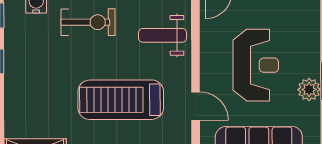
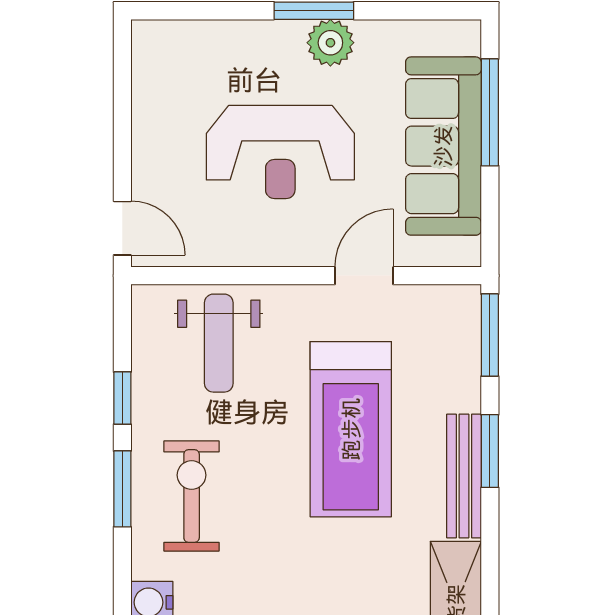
reception desk: (256, 65) -> (280, 152), turned 180

